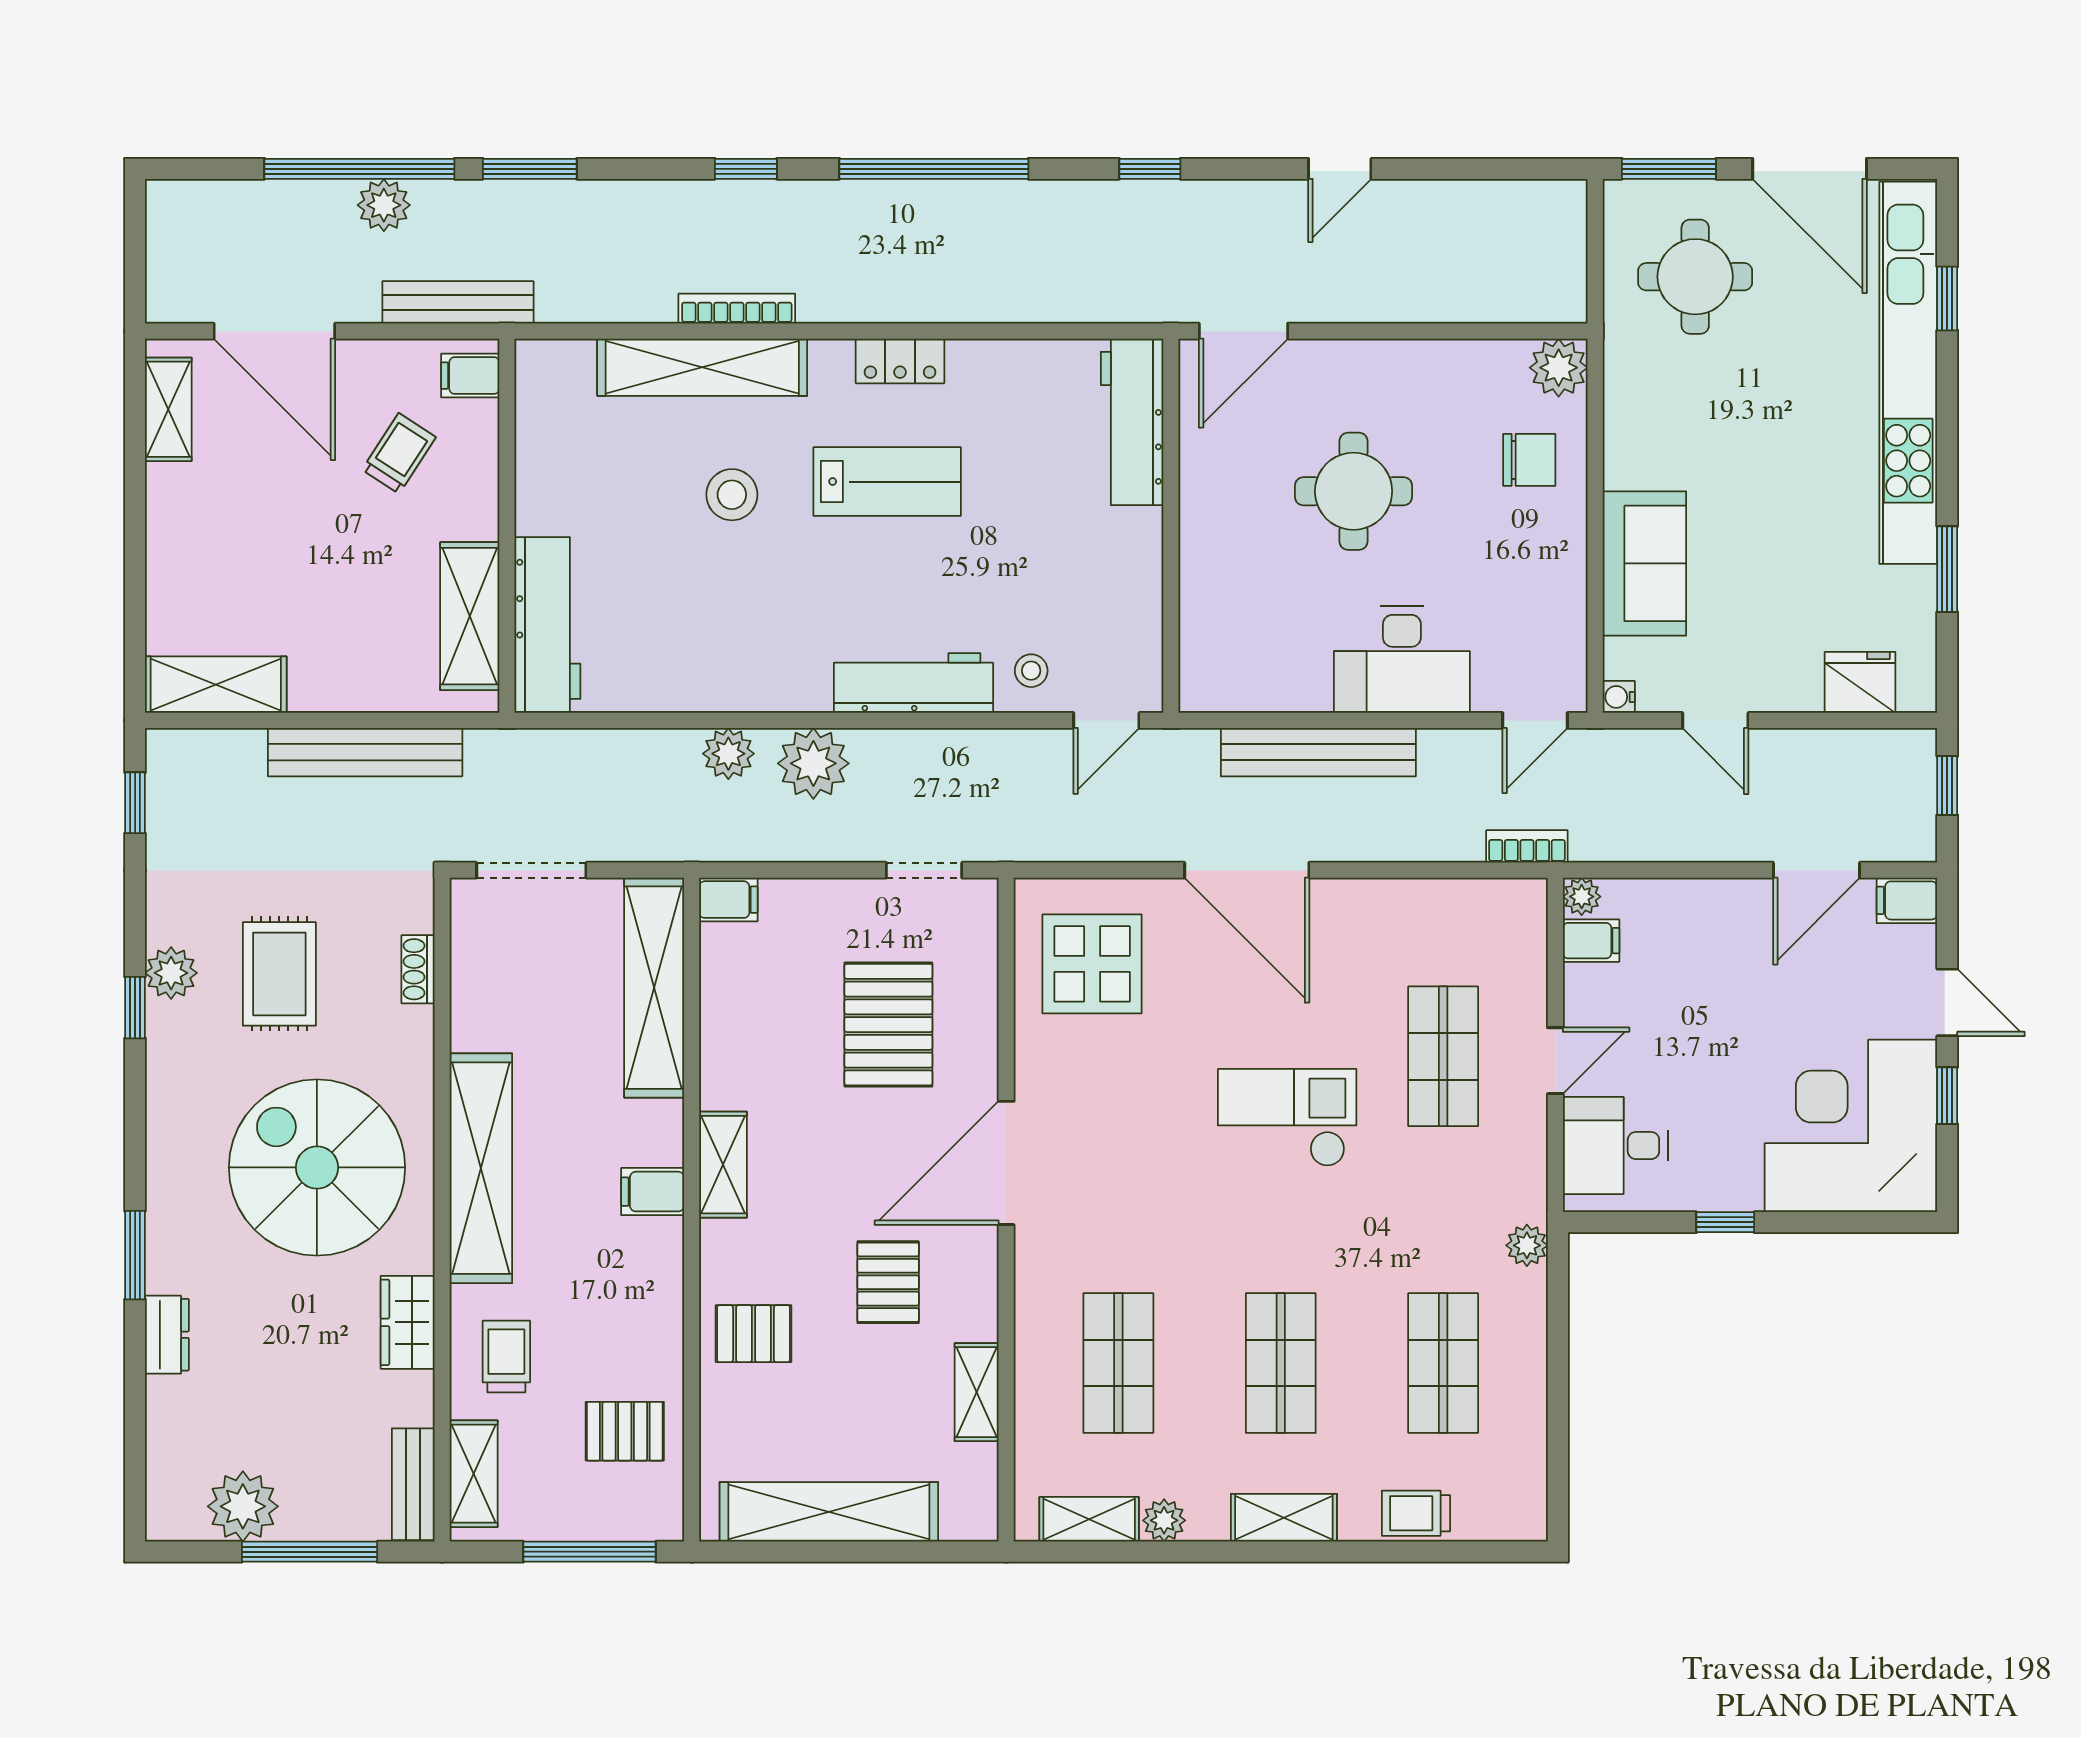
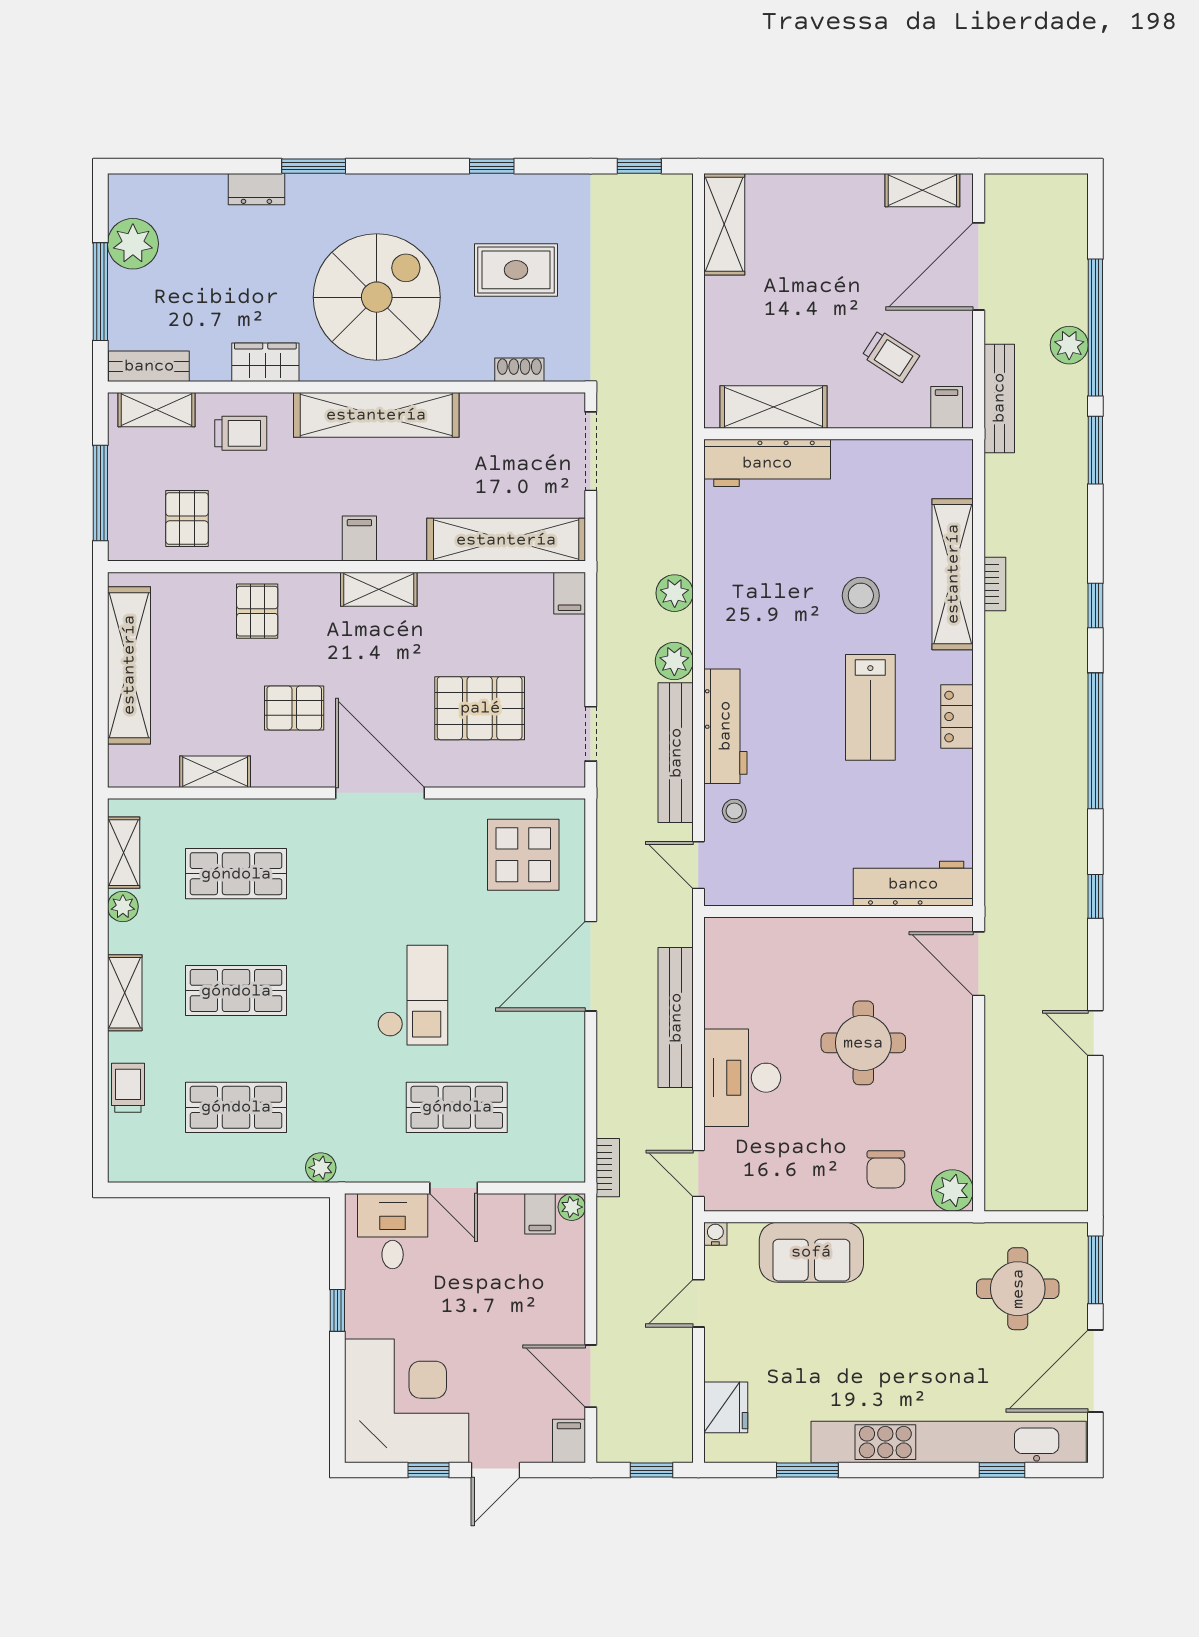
bookcase: (737, 309) -> (995, 584), width x0.64
bench: (365, 752) -> (676, 753), moved
plant: (813, 763) -> (674, 661), width x0.73, depth x0.73
plant: (171, 973) -> (517, 192), removed

